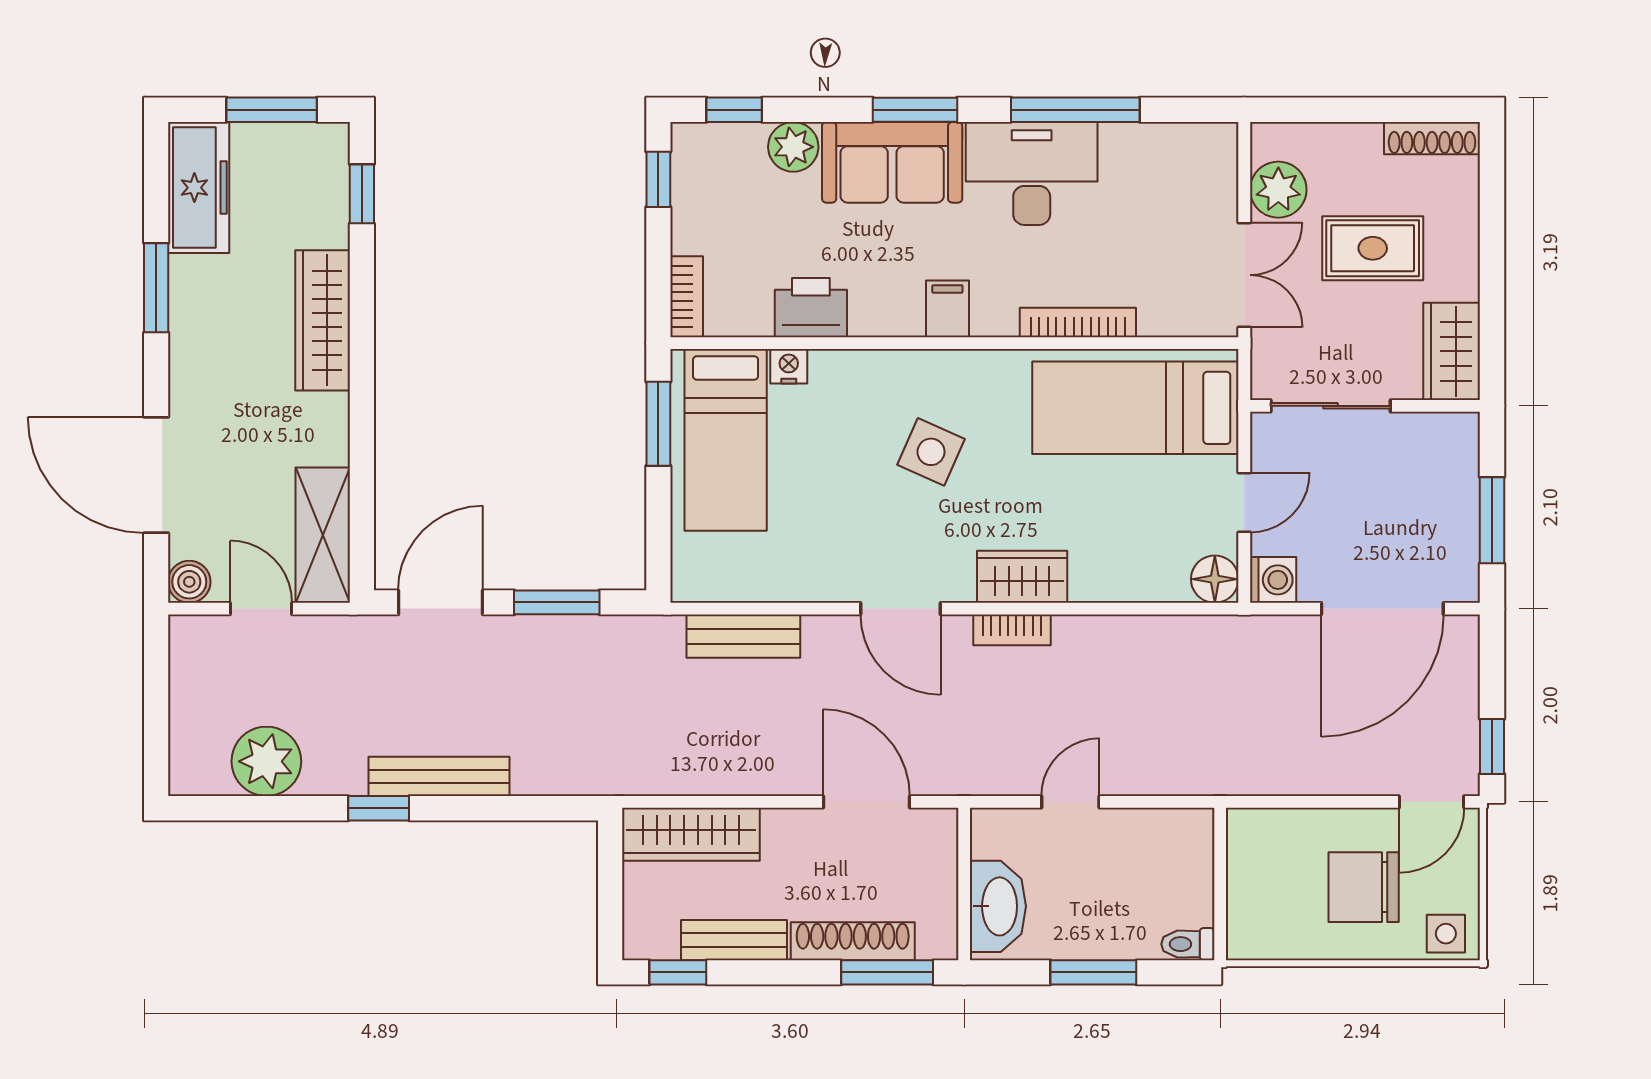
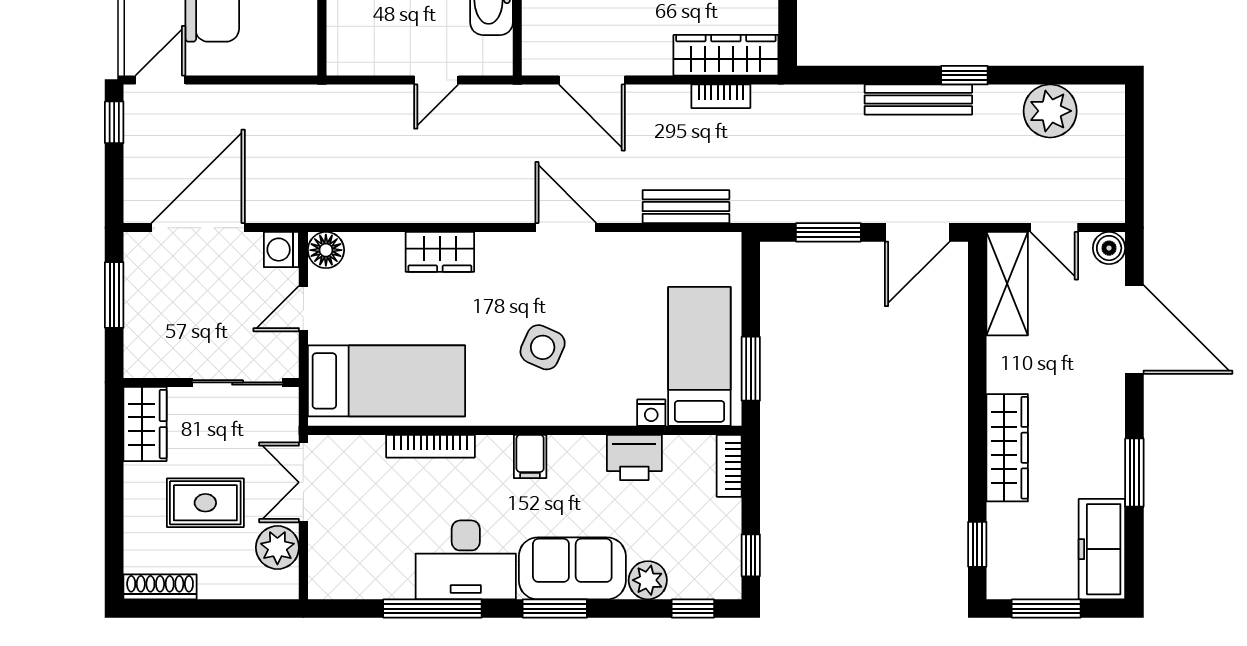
wardrobe: (1022, 577) -> (440, 252), moved
bookcase: (1012, 630) -> (721, 96), moved, turned 180

